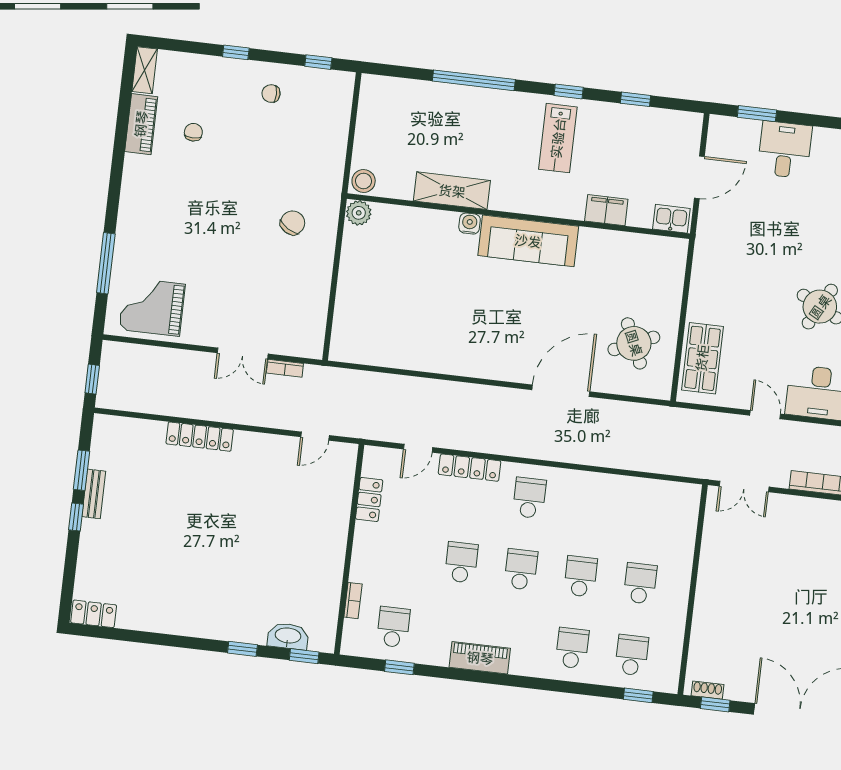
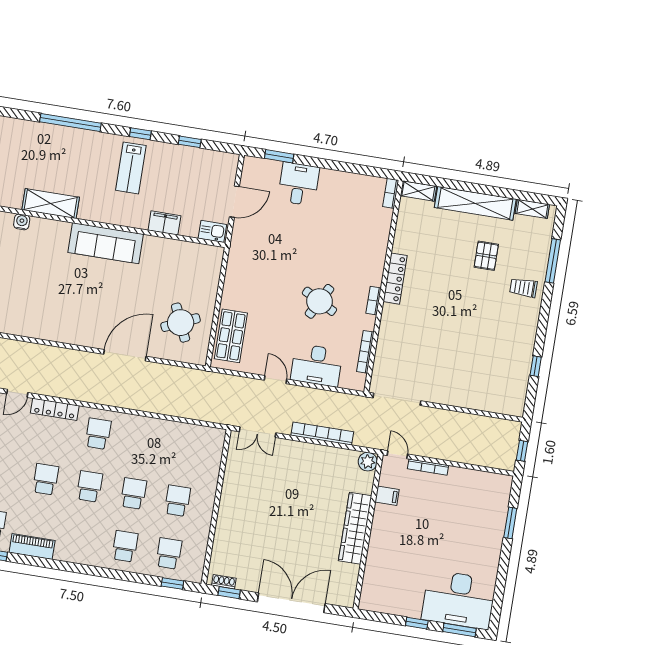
water cooler: (470, 224) -> (22, 222), moved
piano: (480, 658) -> (32, 547), moved

